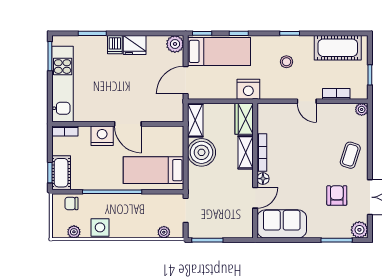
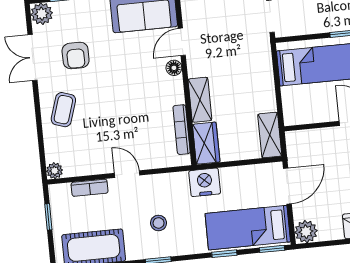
boiler: (202, 152) -> (257, 94), removed
bookcase: (262, 153) -> (182, 130), moved

